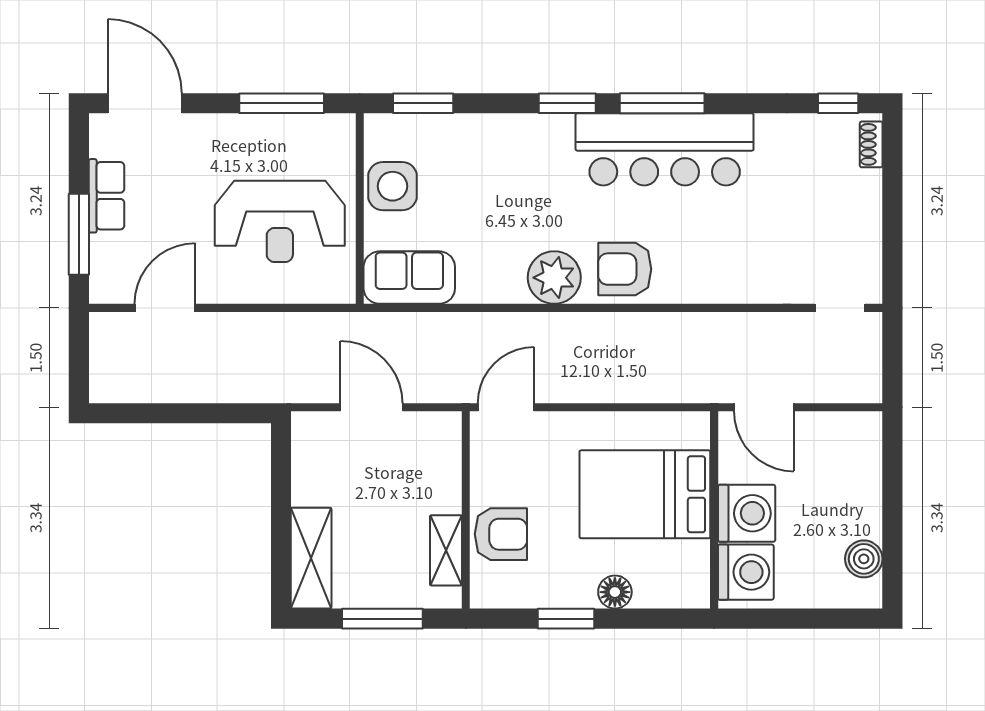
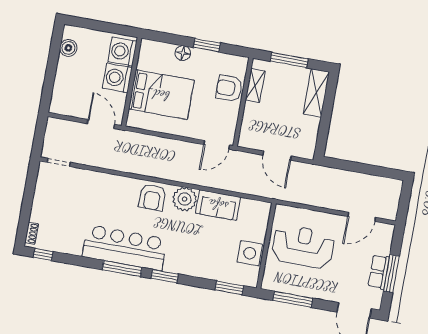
window: (79, 234) -> (391, 273), moved
armchair: (625, 269) -> (152, 197), turned 90
sofa: (409, 278) -> (218, 205), moved

